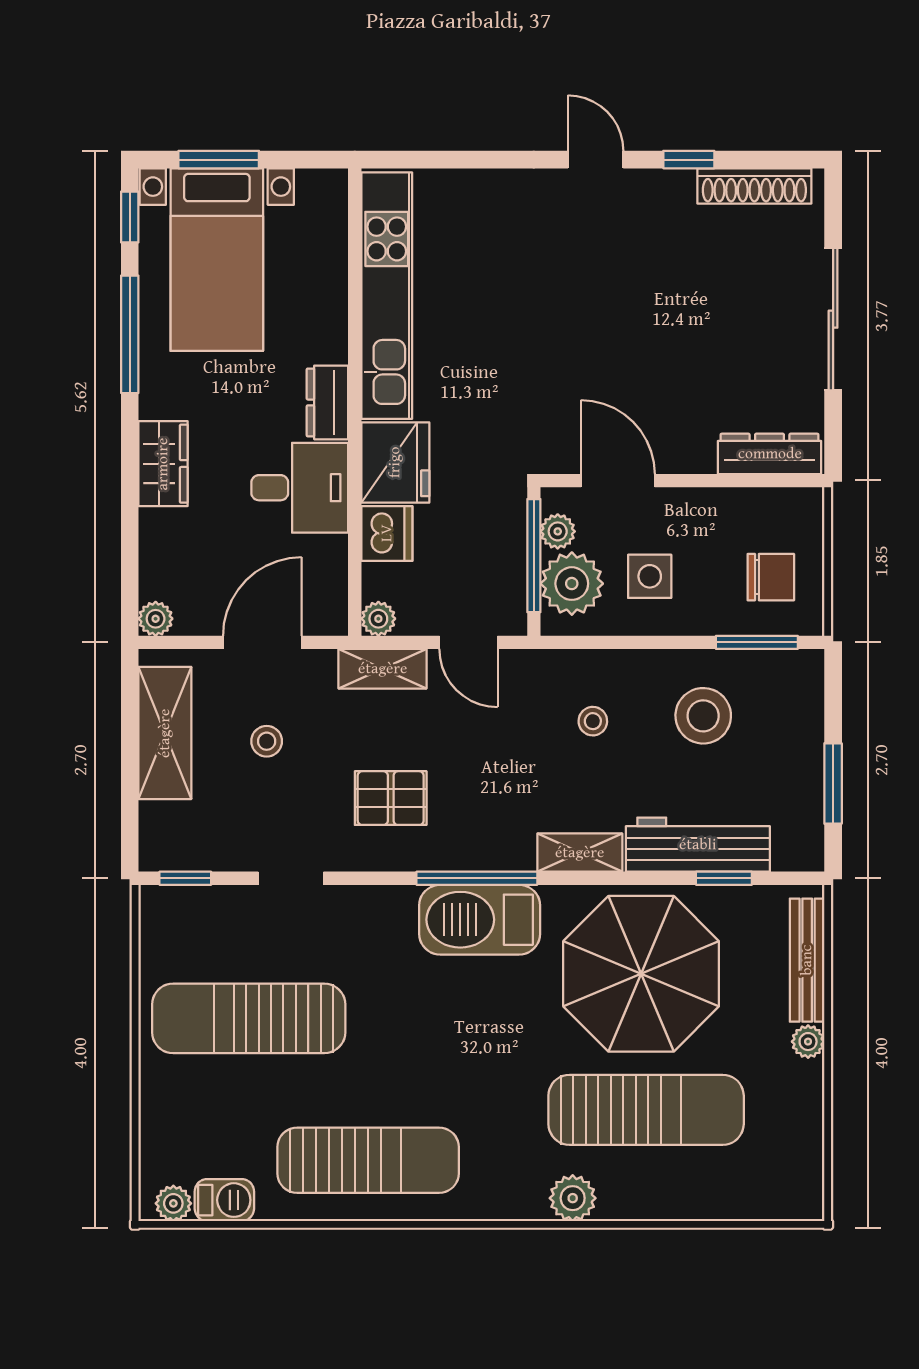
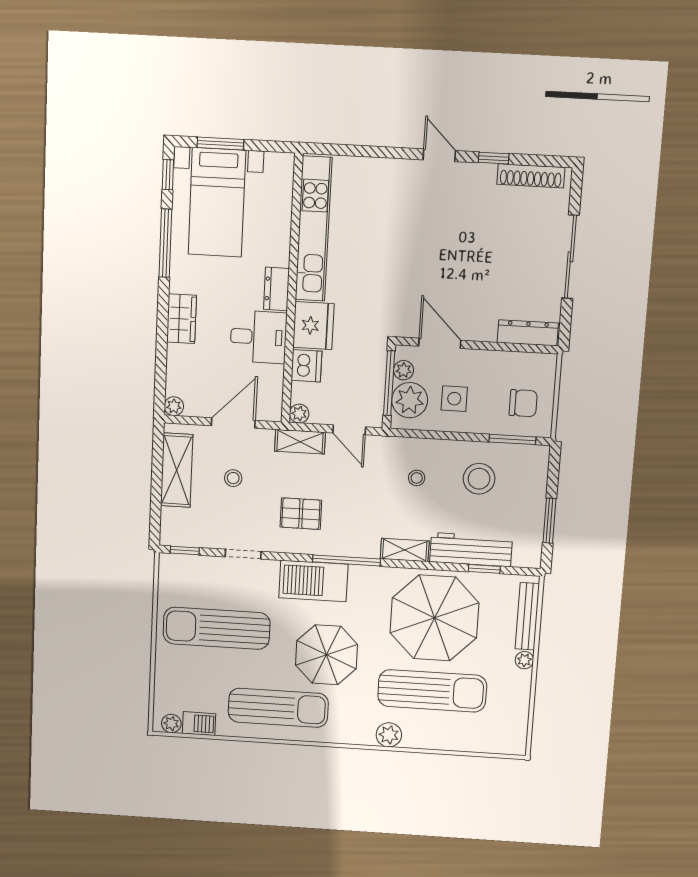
barbecue: (480, 920) -> (313, 581), moved
parasol: (451, 1055) -> (326, 655), added

